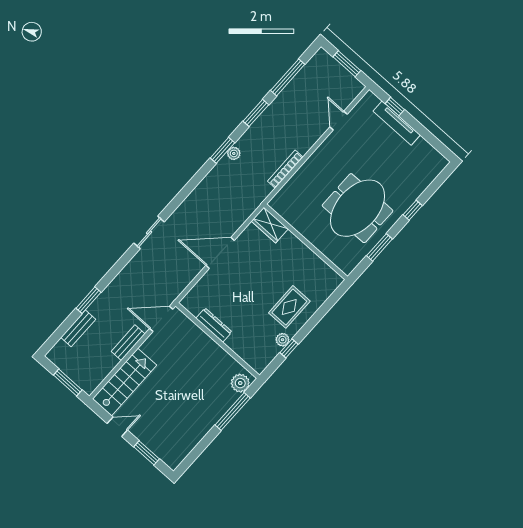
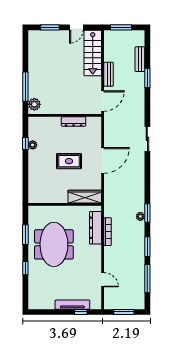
dresser: (295, 185) -> (96, 228), added
wardrobe: (270, 225) -> (85, 197), width x1.50
rug: (289, 307) -> (69, 161), moved, turned 90

